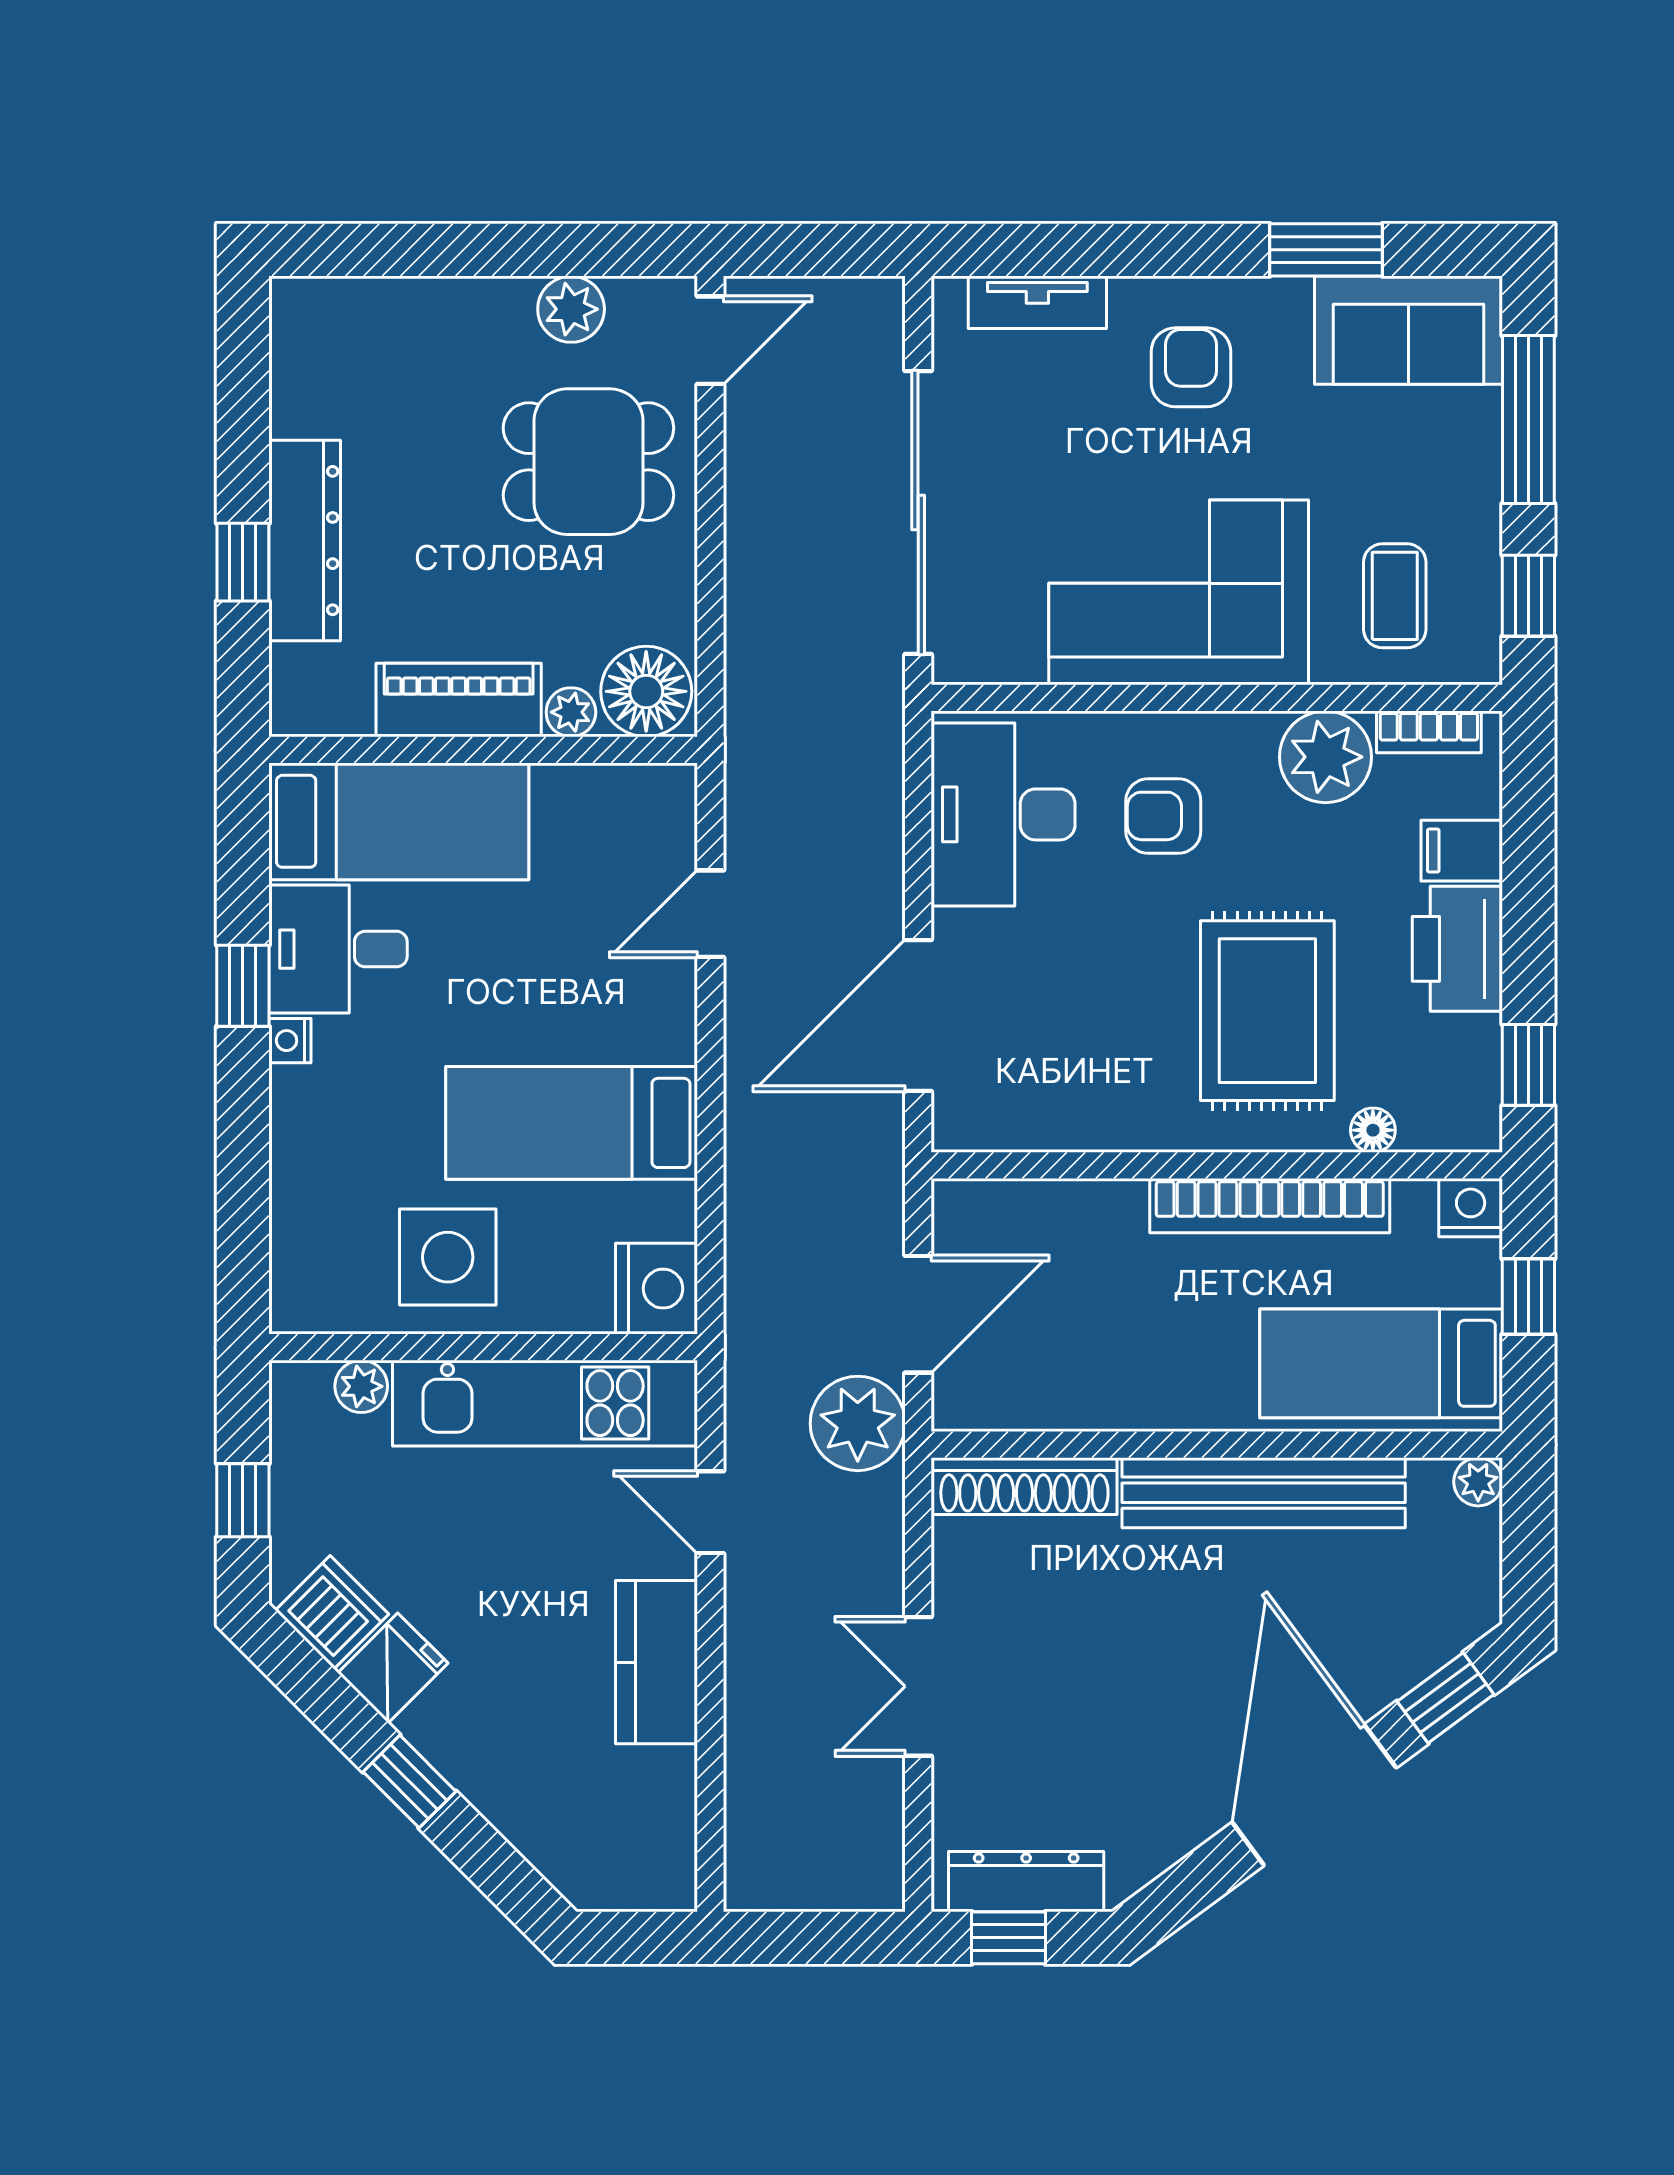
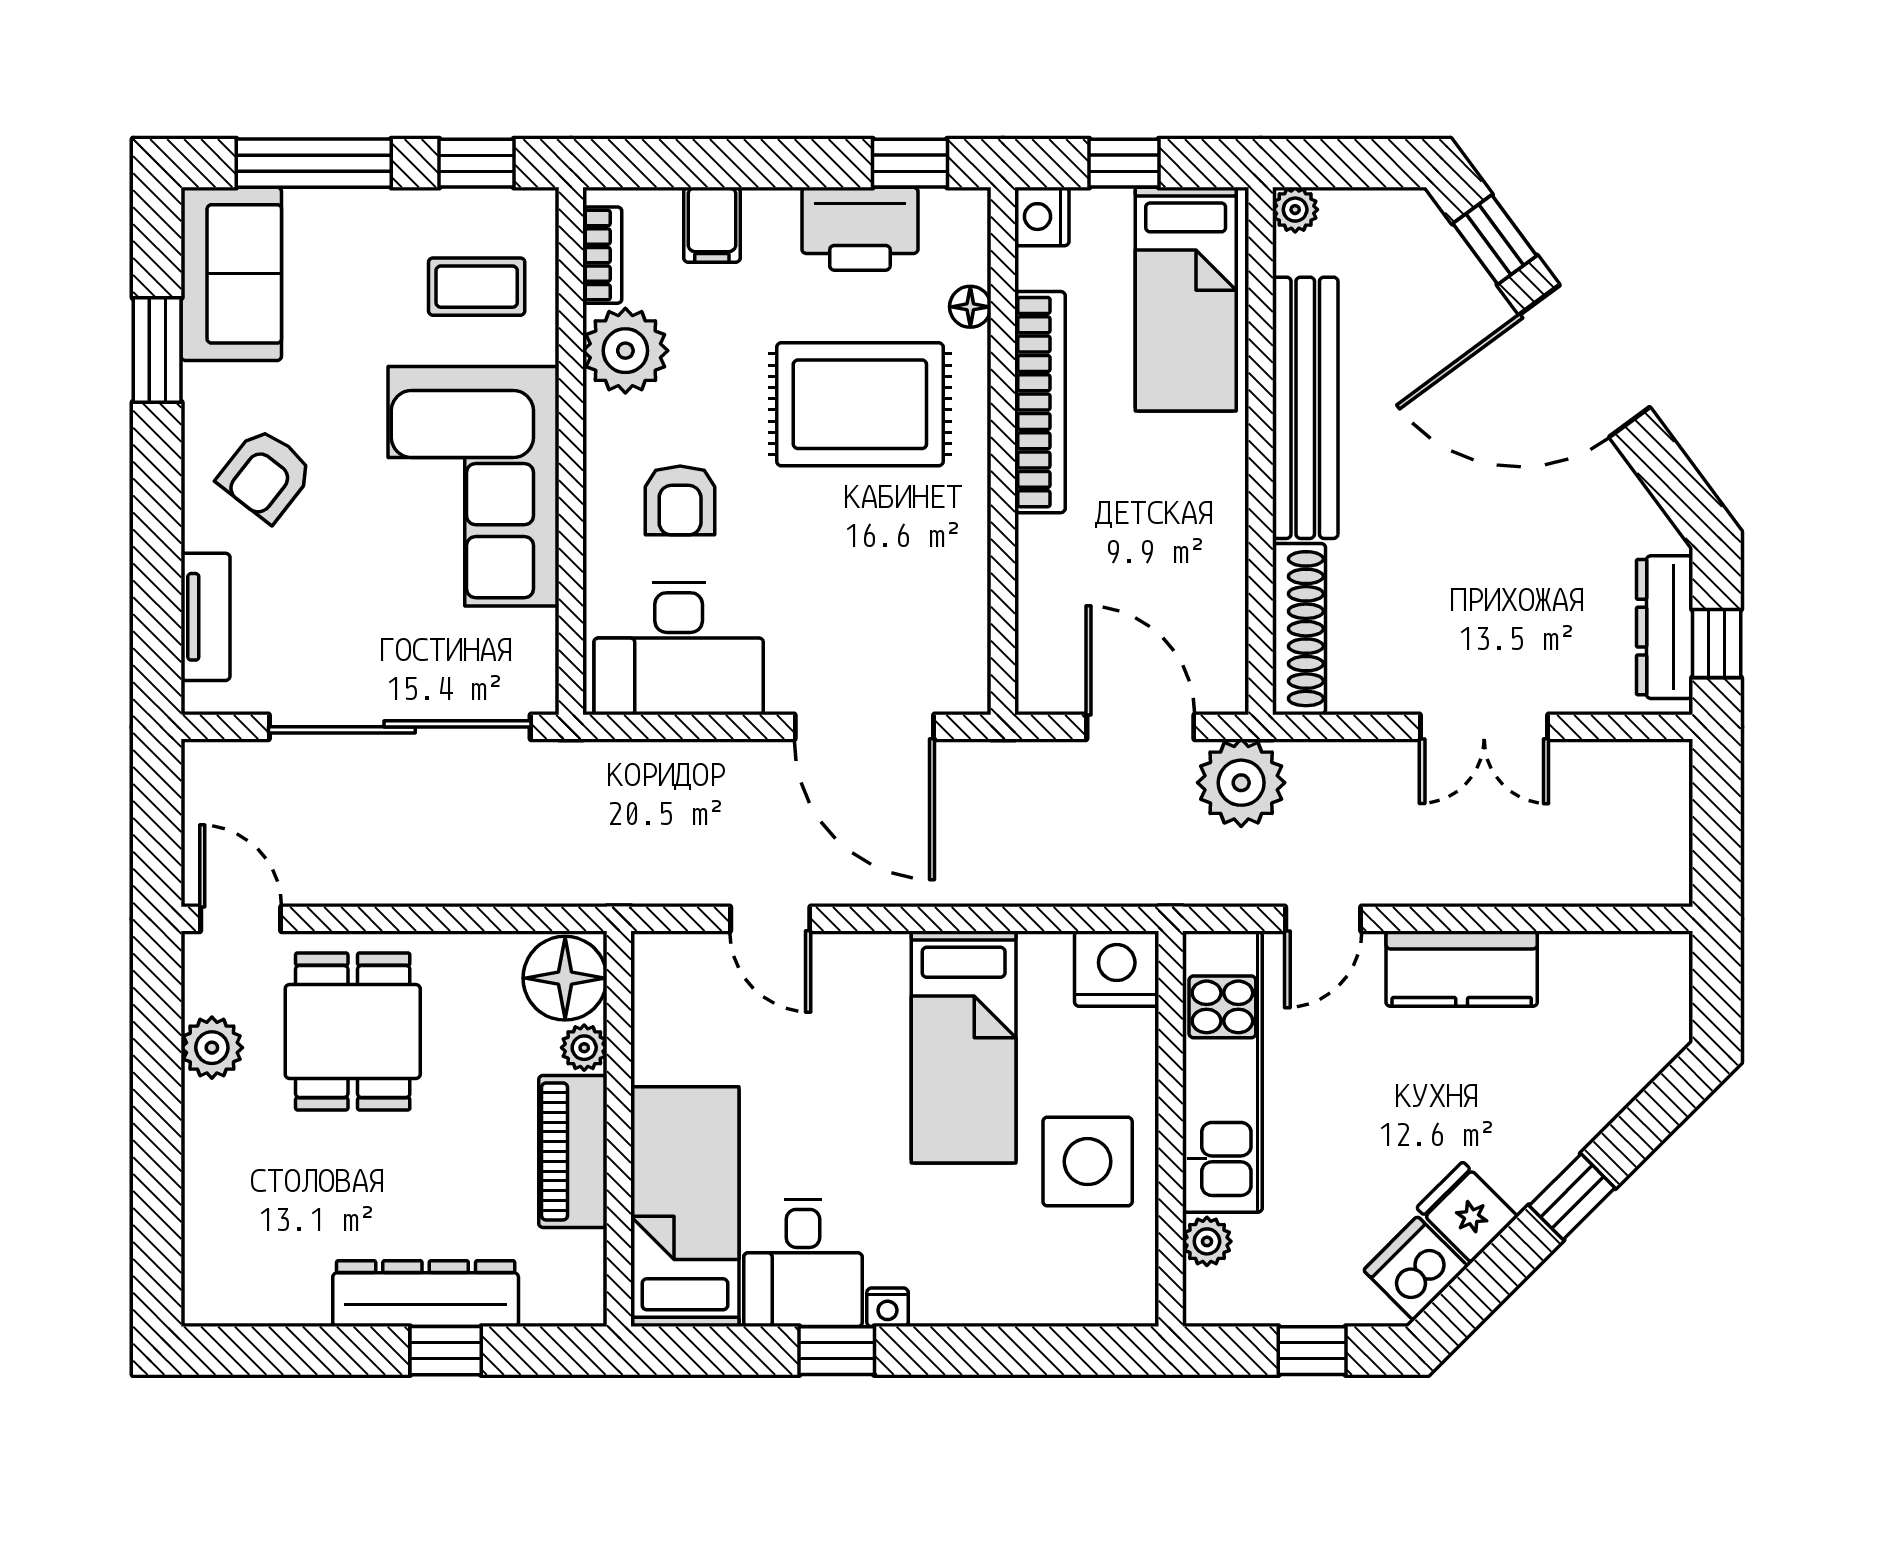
armchair: (1191, 367) -> (266, 475), turned -52
printer: (1457, 949) -> (860, 229), moved

